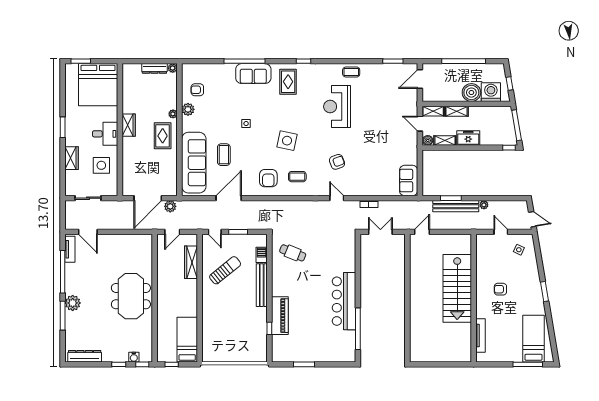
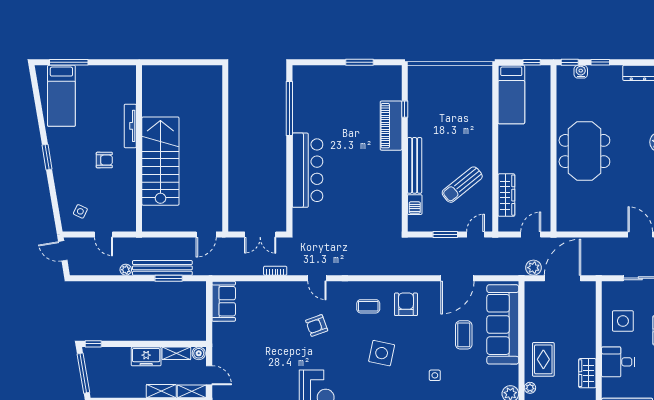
door: (215, 232) -> (476, 234), hinge flipped
cafe table: (293, 253) -> (374, 207), removed
bar counter: (344, 301) -> (308, 170), moved
tv unit: (480, 336) -> (130, 126), moved

